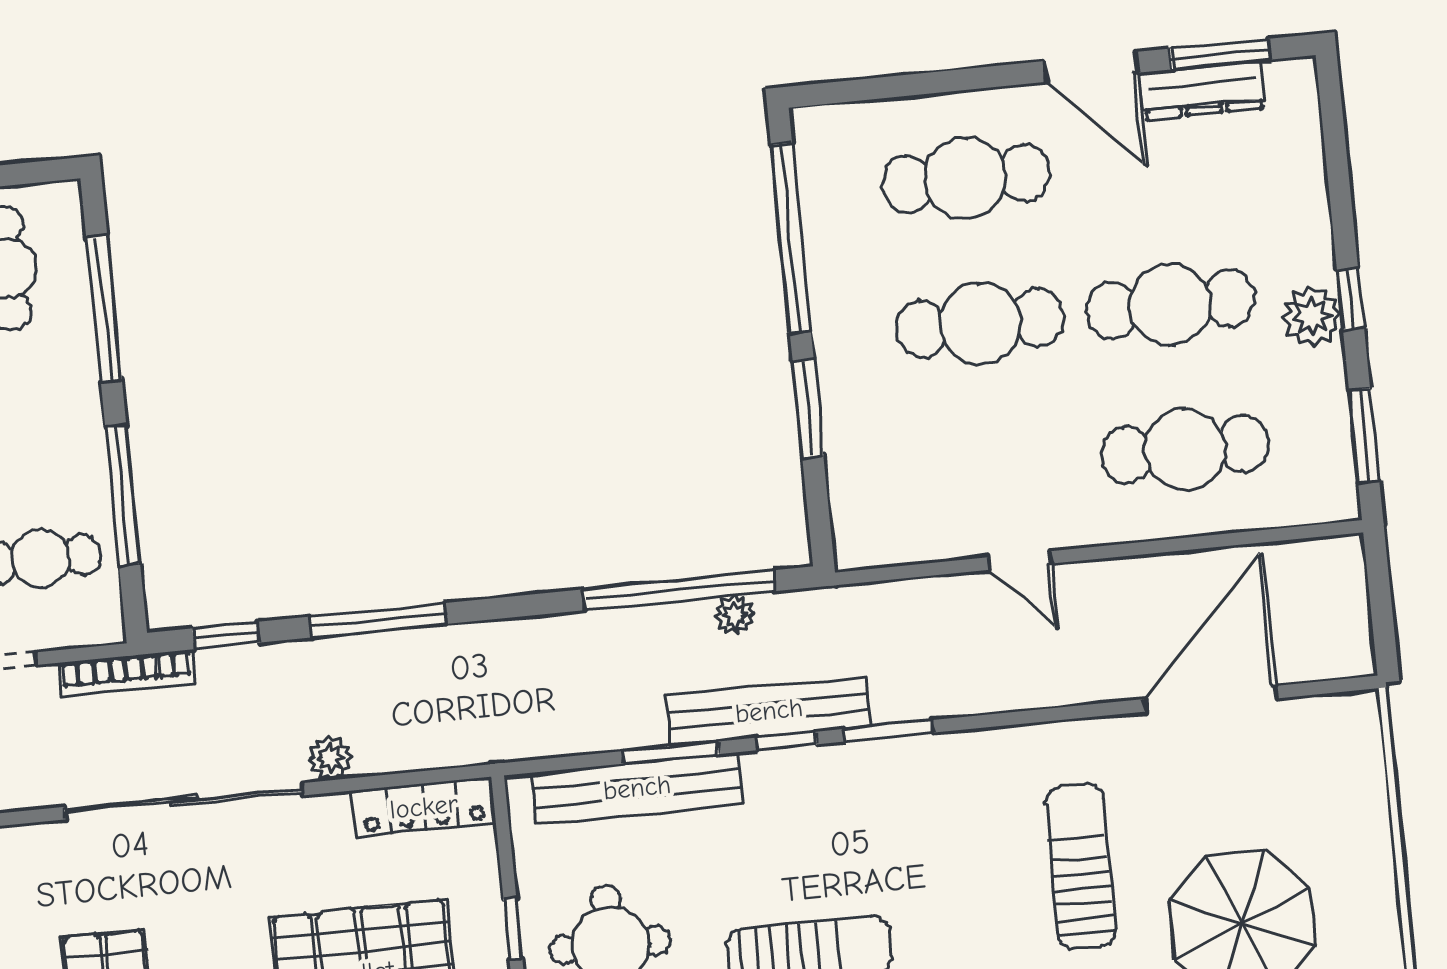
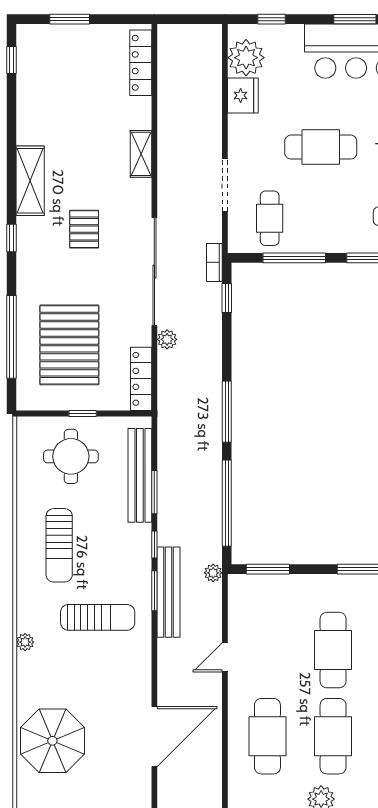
window: (808, 408) -> (268, 569), moved
plant: (735, 615) -> (213, 573), moved
window: (378, 620) -> (227, 412), moved
bookcase: (126, 673) -> (214, 262), width x0.64
door: (1210, 699) -> (154, 737), hinge flipped
bench: (769, 711) -> (169, 592), moved
sun lounger: (1080, 866) -> (98, 617), moved

